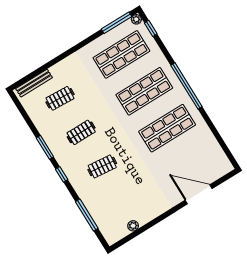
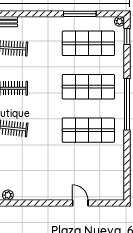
window: (117, 23) -> (80, 14), moved
door: (199, 194) -> (80, 203), width x0.53

